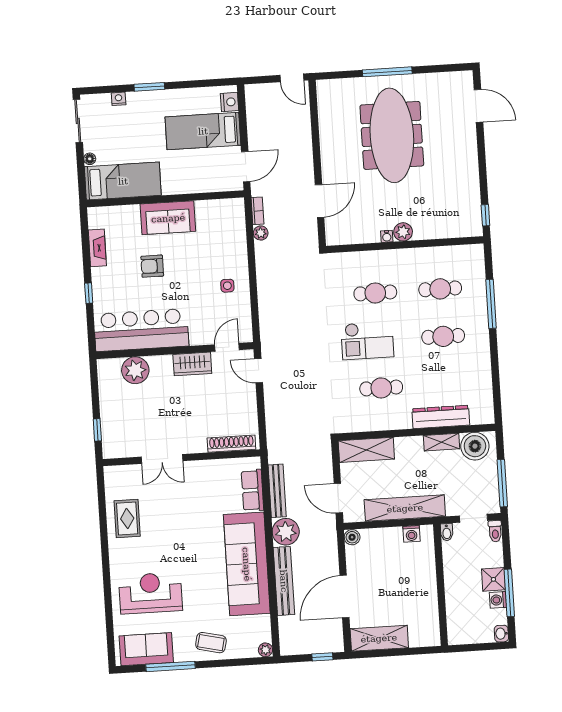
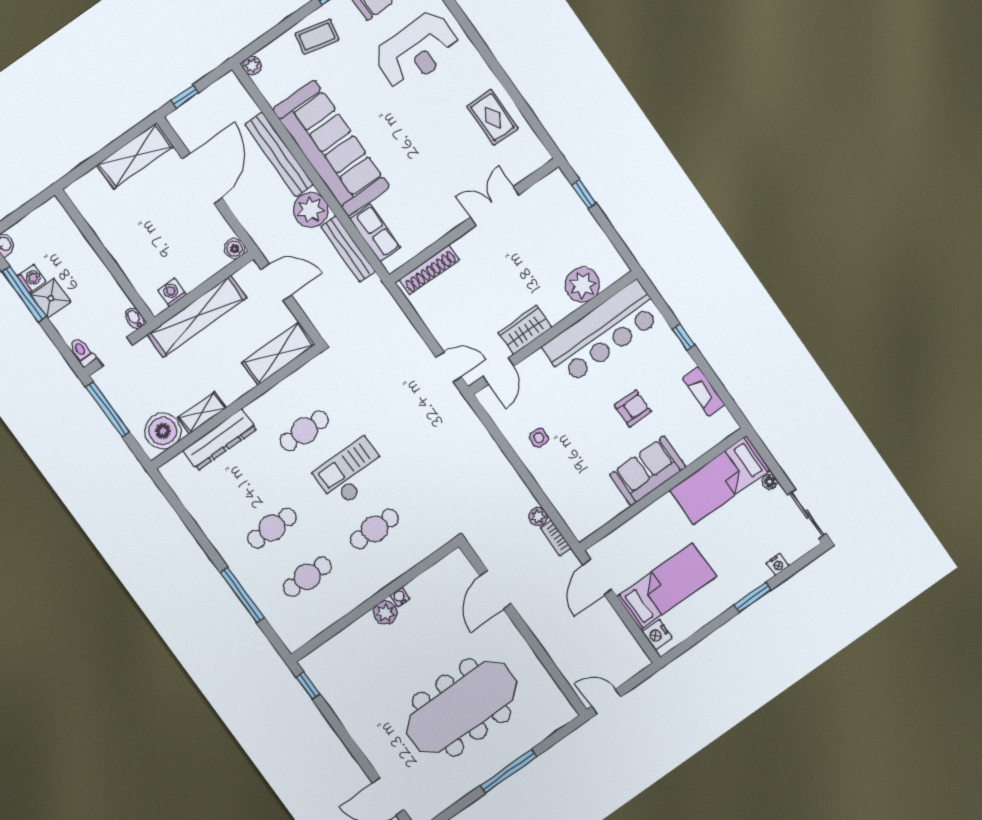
meeting table: (392, 135) -> (462, 707), turned 90

